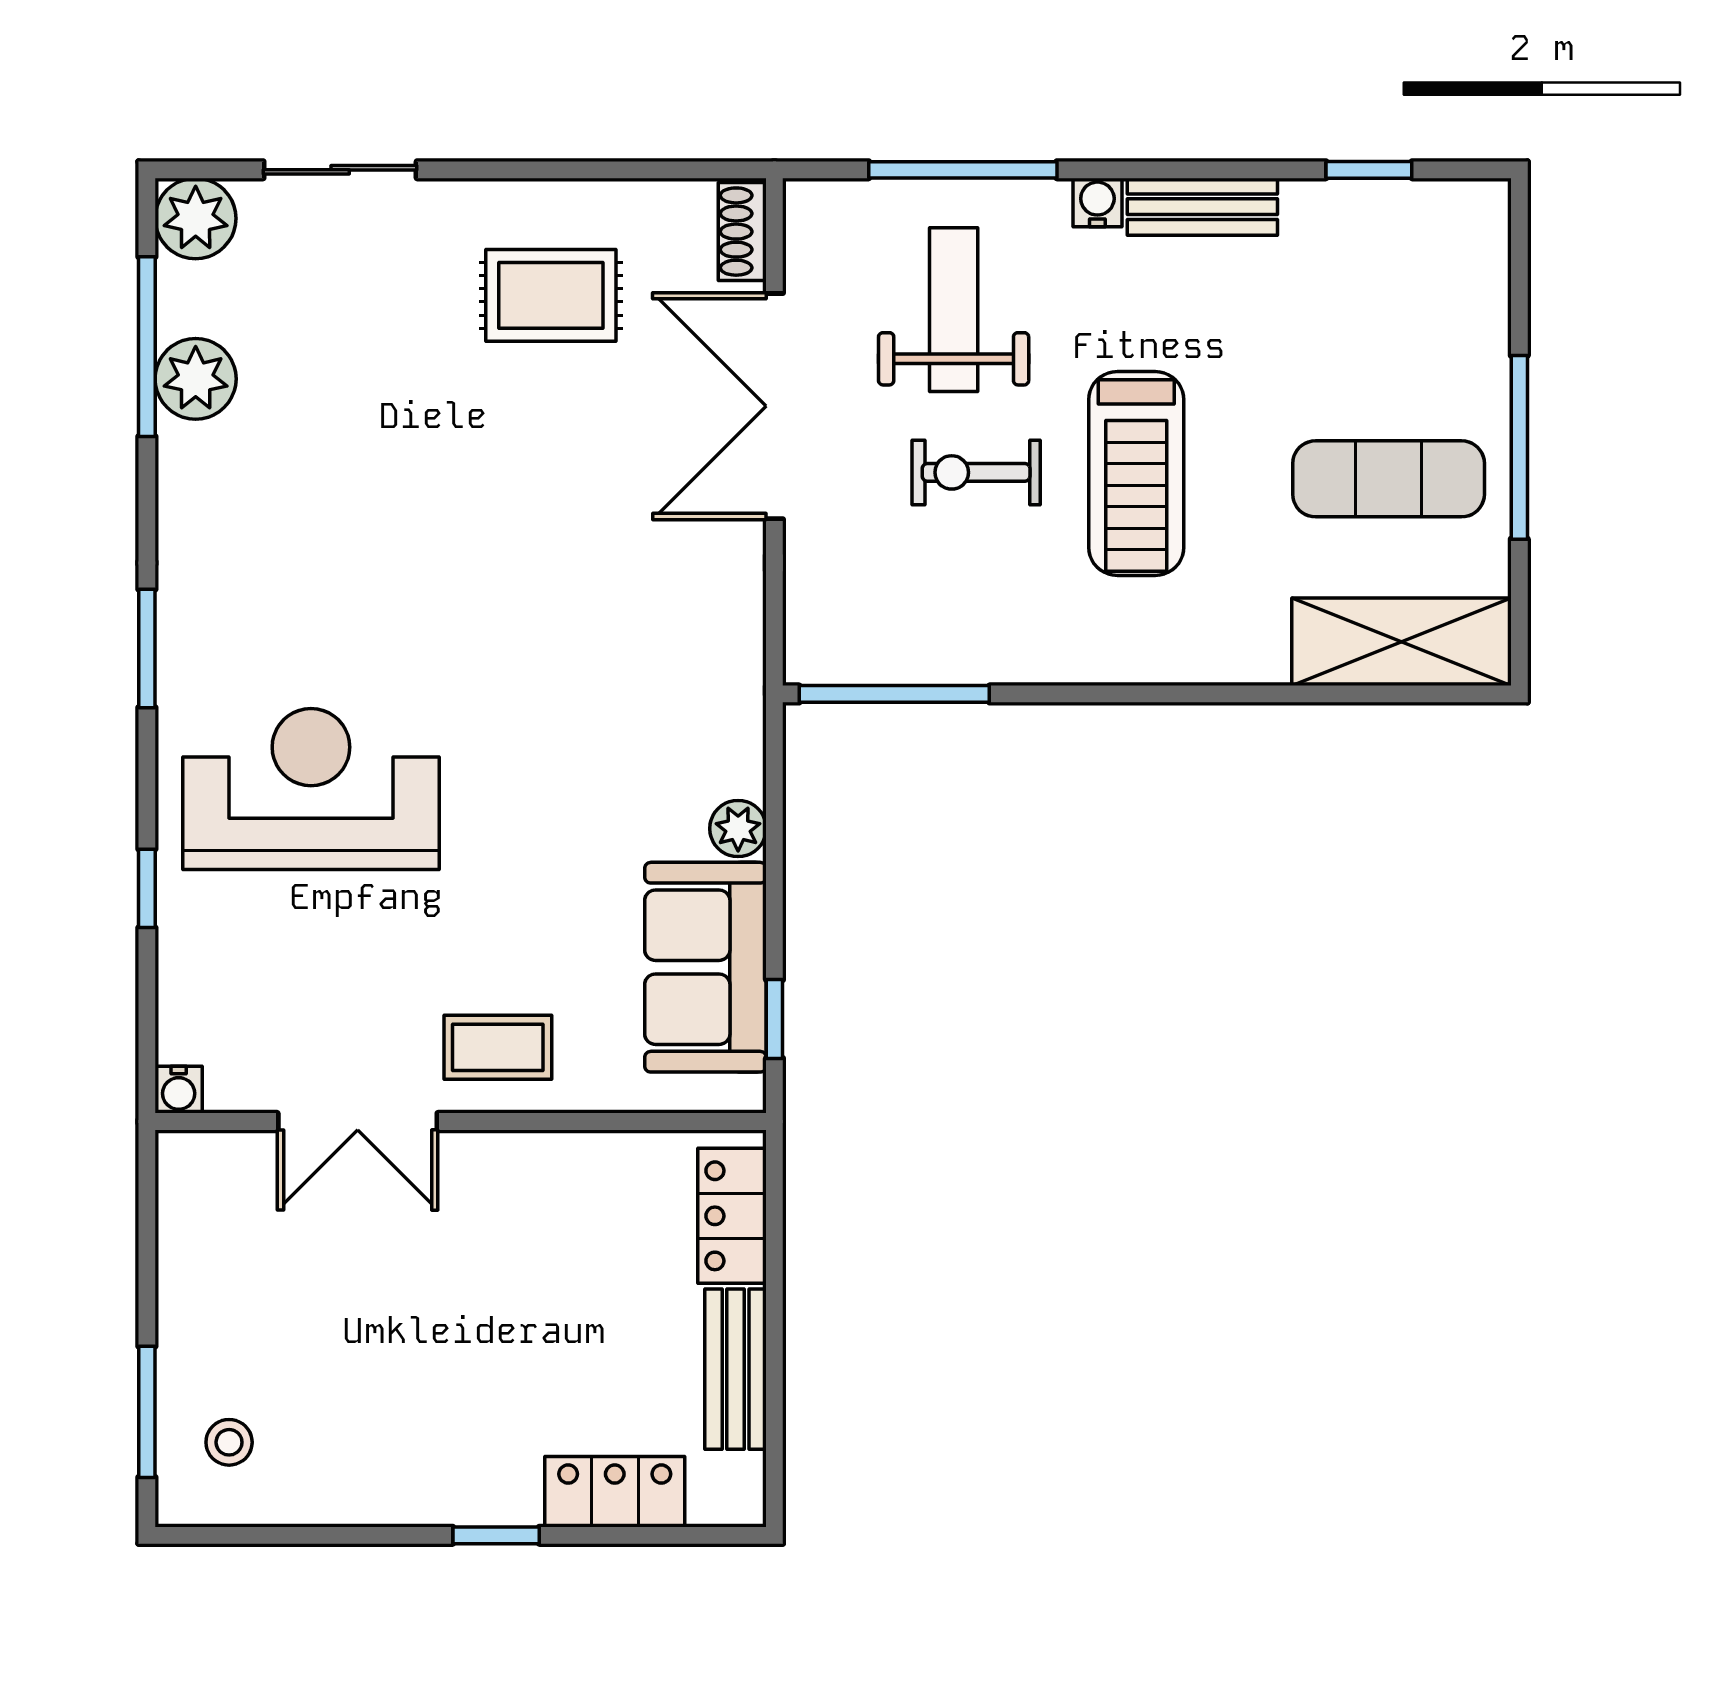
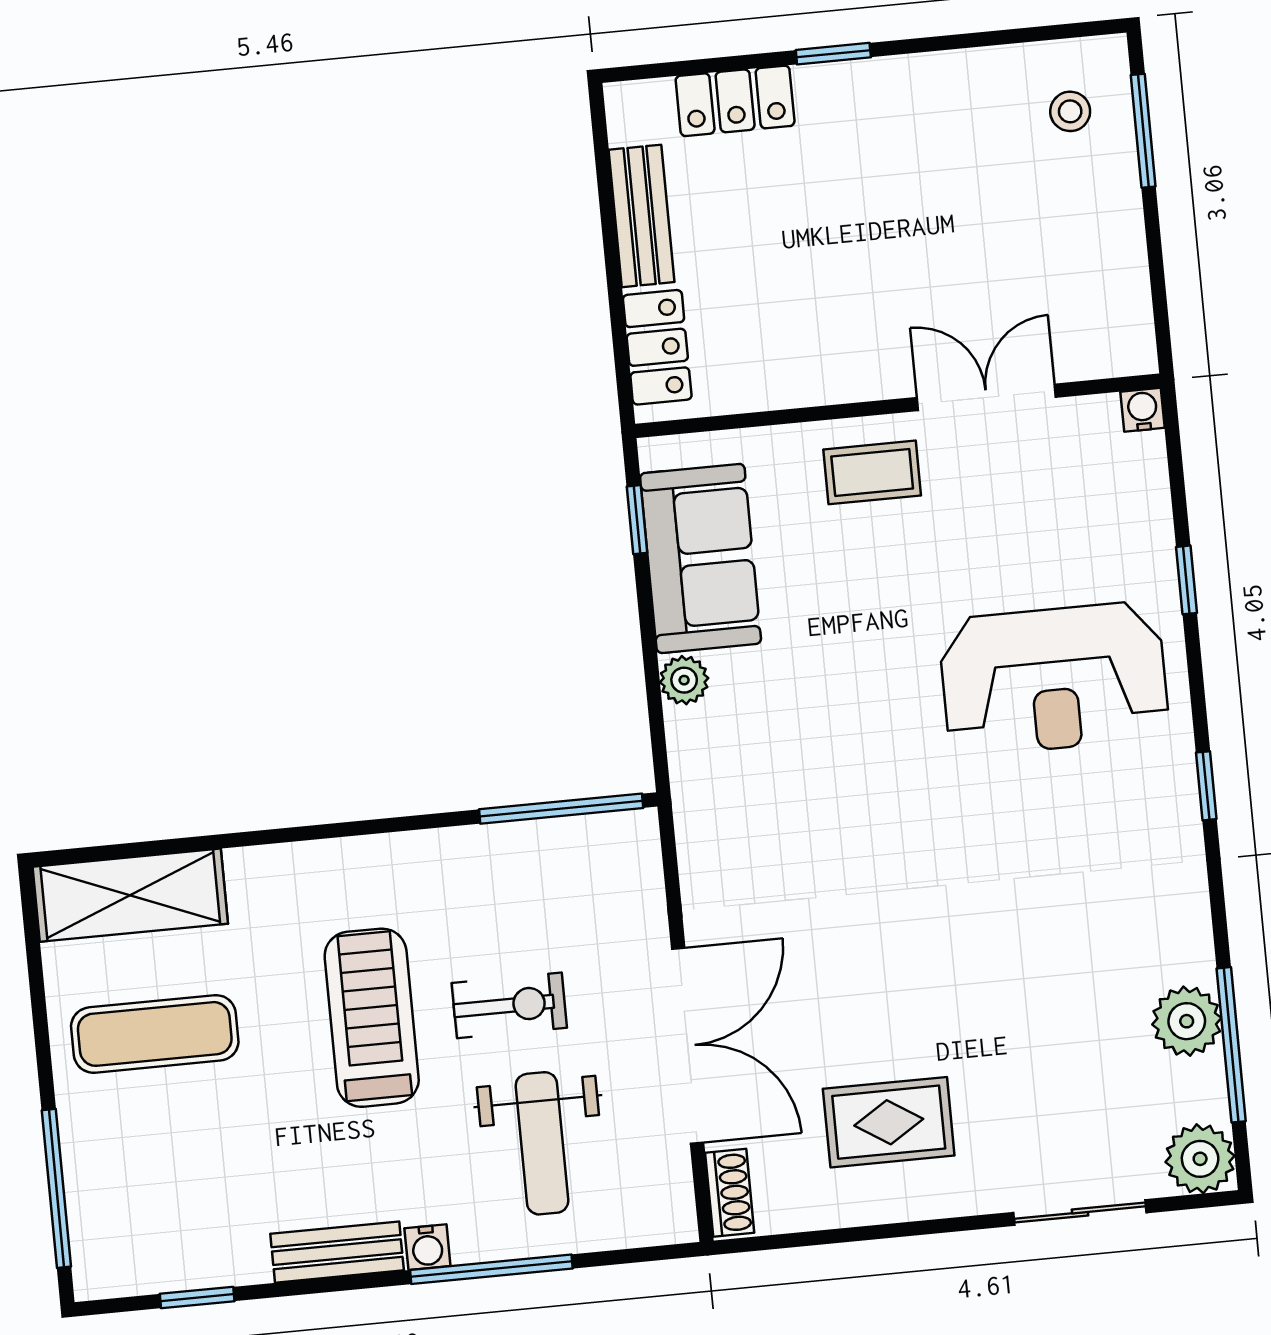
window: (963, 170) -> (491, 1269), moved
window: (1519, 447) -> (56, 1188), moved
window: (147, 648) -> (1206, 786), width x0.67

